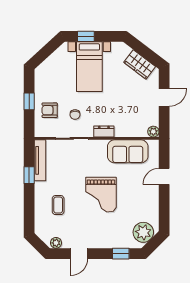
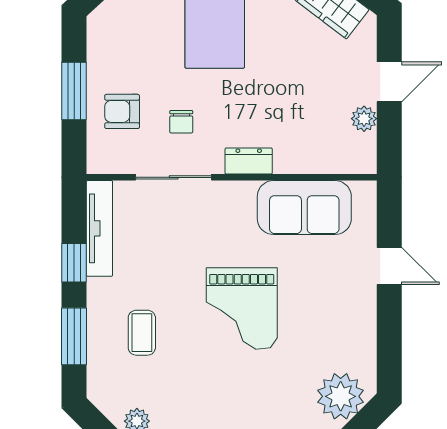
window: (29, 101) -> (74, 91), width x1.50
plant: (153, 132) -> (364, 119), moved
door: (164, 176) -> (389, 266), swing flipped
window: (29, 207) -> (74, 336), added

